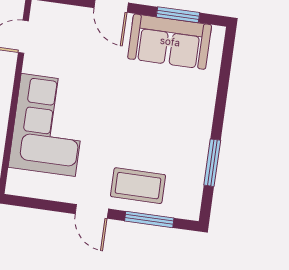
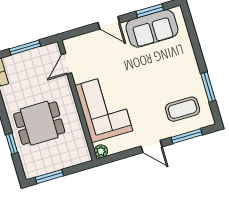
plant: (16, 185) -> (101, 151), added
coffee table: (138, 186) -> (183, 109), moved

